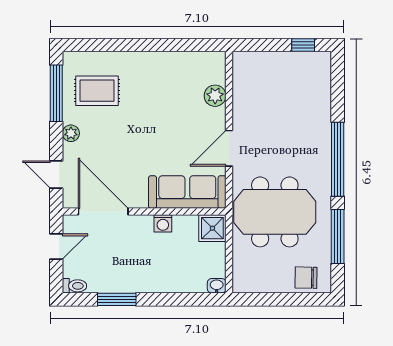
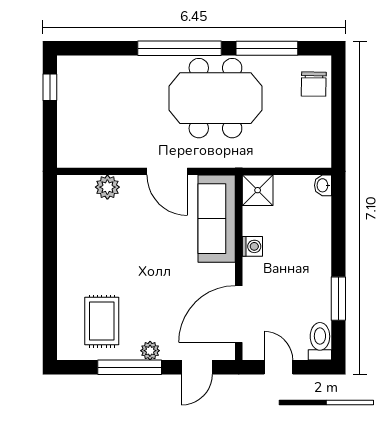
window: (56, 93) -> (130, 367), moved
meeting table: (275, 212) -> (215, 98), moved, turned 90
toilet: (74, 286) -> (320, 341), width x1.37, depth x1.39

